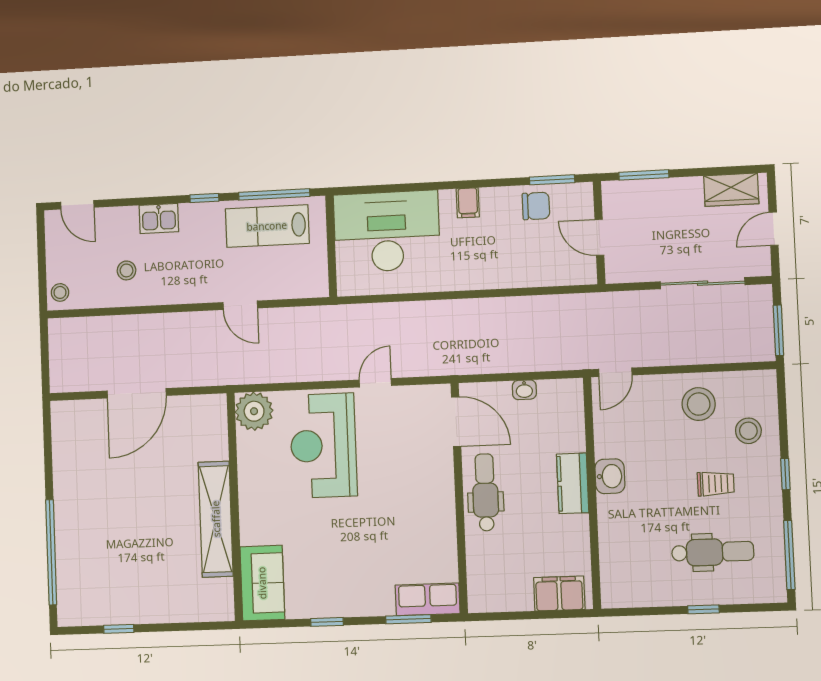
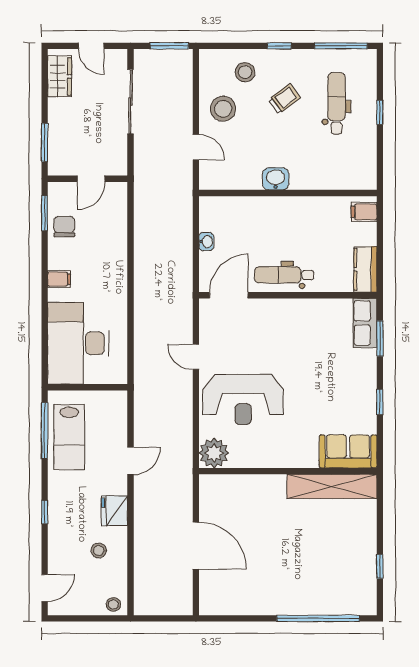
window: (204, 198) -> (45, 512), moved
kitchen sink: (159, 218) -> (59, 523), removed
fridge: (177, 288) -> (114, 511), added
door: (615, 372) -> (196, 147), moved
kitchen counter: (573, 483) -> (365, 269), moved, turned 90
trolley: (716, 484) -> (284, 99), turned 53
shelving: (216, 519) -> (332, 486), moved
filing cabinet: (559, 594) -> (364, 212), width x0.50

